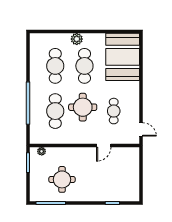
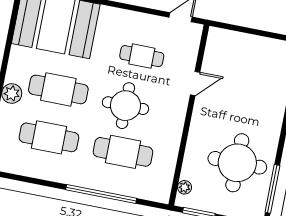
door: (104, 146) -> (195, 84), hinge flipped
round table: (62, 179) -> (237, 163), width x1.36, depth x1.36

